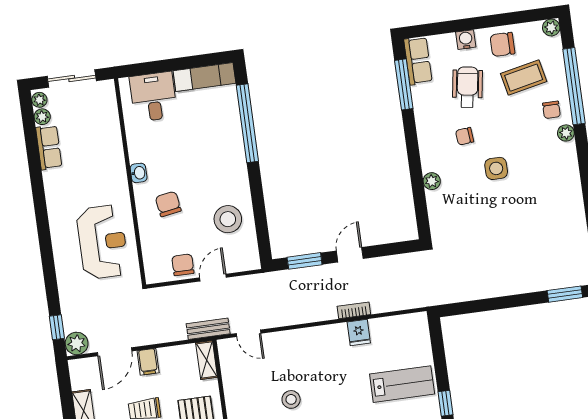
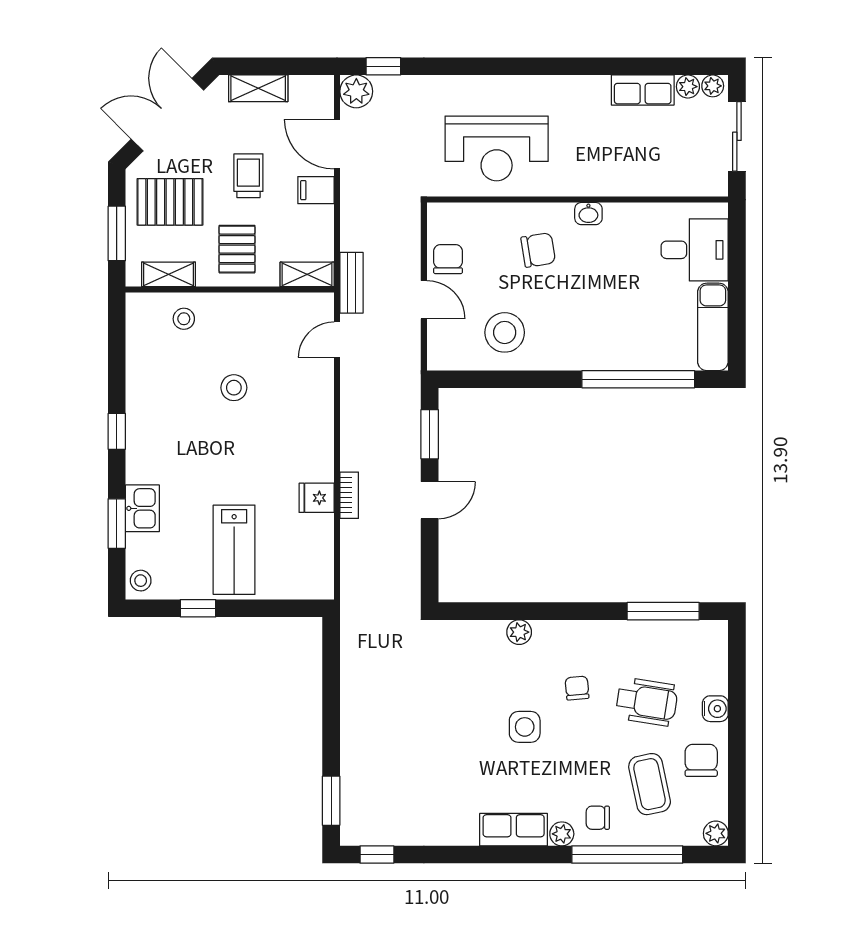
row of seats: (418, 61) -> (514, 830), moved, turned 180
door: (350, 255) -> (430, 500), hinge flipped
chair: (183, 265) -> (448, 259), turned -90

